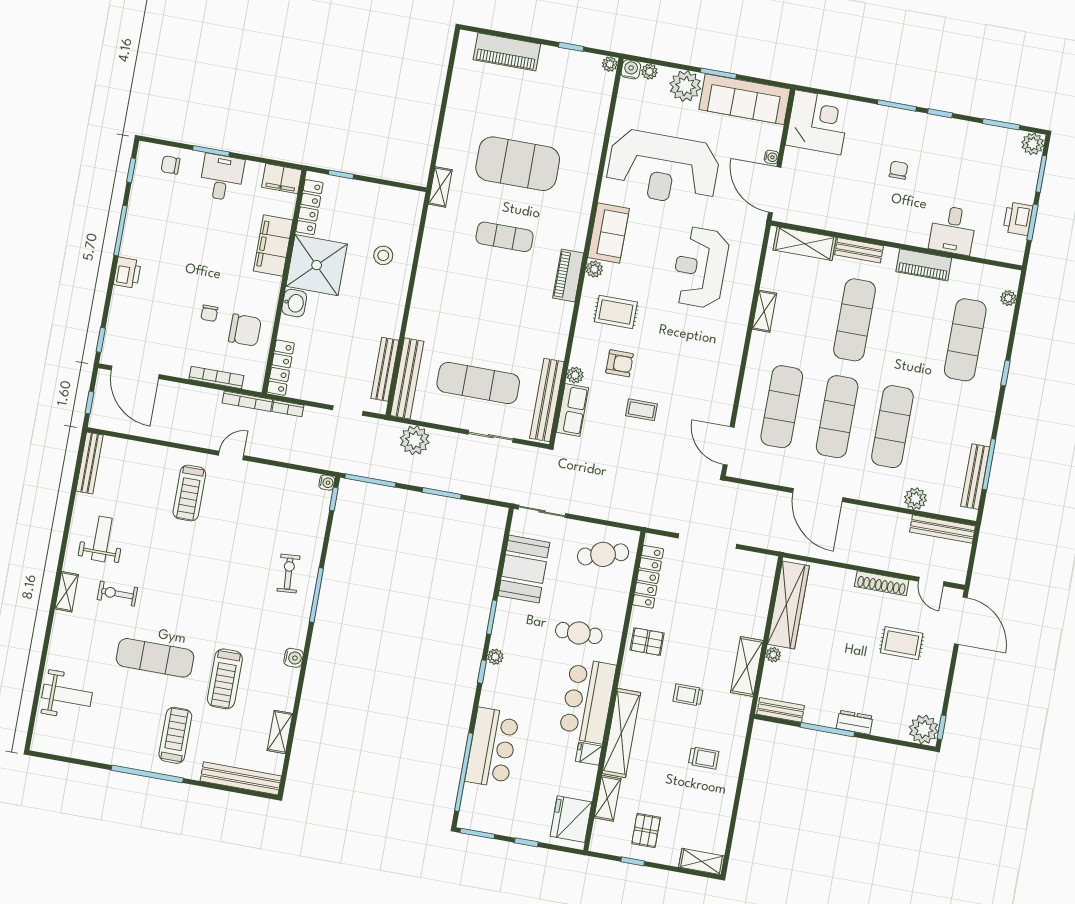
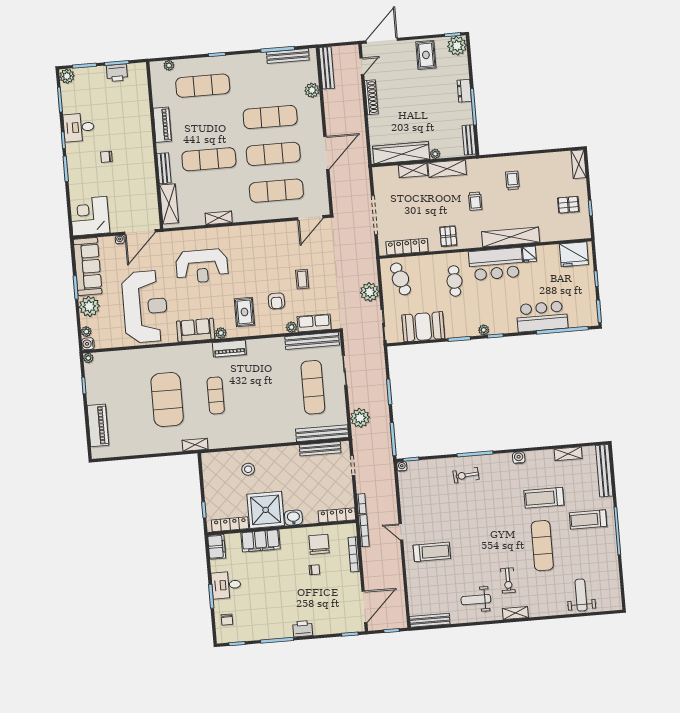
desk: (953, 230) -> (79, 127), moved, turned 180
armchair: (620, 363) -> (276, 301), turned 180
plant: (596, 504) -> (370, 292), added
rug: (902, 643) -> (426, 55), moved
treadmill: (225, 679) -> (544, 498), turned 180
shelving: (607, 798) -> (413, 170), moved

